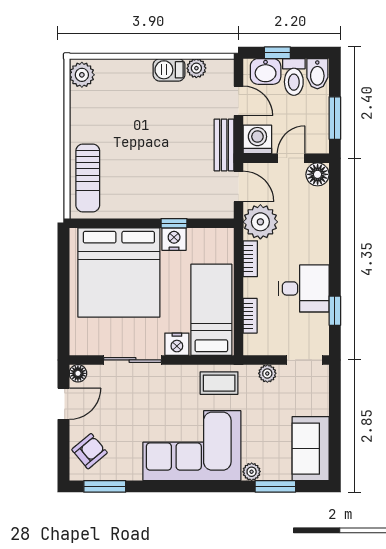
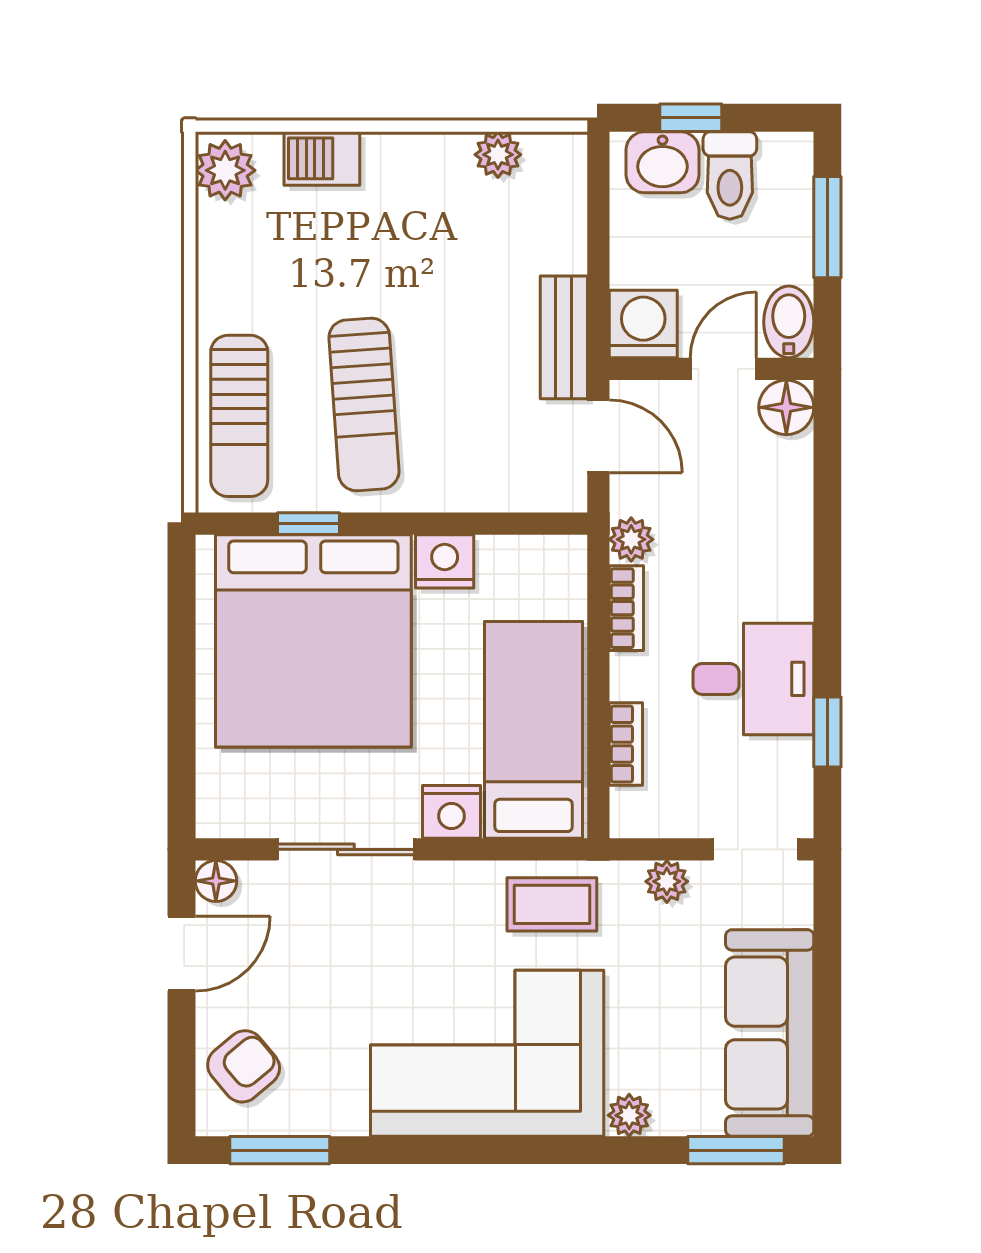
barbecue: (169, 70) -> (322, 158), moved
bidet: (317, 74) -> (789, 322), moved, turned 180
door: (239, 101) -> (598, 232), removed
window: (335, 118) -> (827, 227), moved
sun lounger: (140, 173) -> (364, 404), added
plant: (260, 222) -> (631, 539), width x0.53, depth x0.53
window: (174, 223) -> (309, 524), moved
sofa: (311, 449) -> (770, 1033), width x1.36
window: (275, 486) -> (736, 1150), moved

